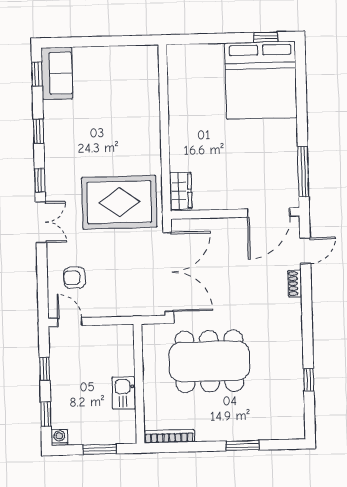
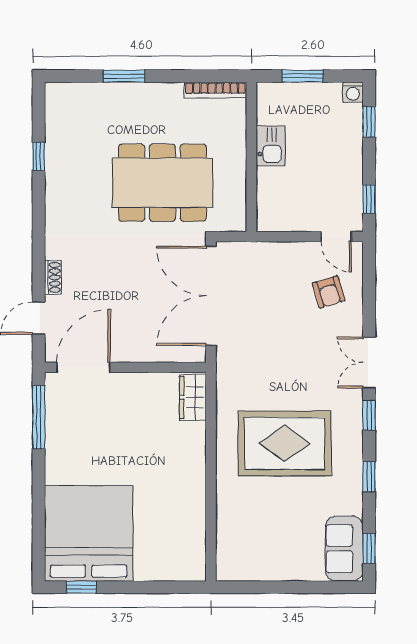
rug: (119, 202) -> (285, 444), moved
armchair: (74, 278) -> (329, 292), turned 73
window: (45, 369) -> (369, 199), moved

